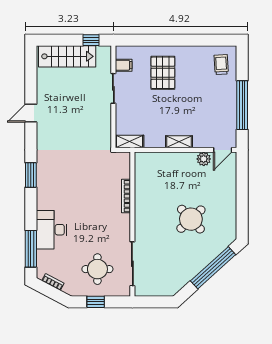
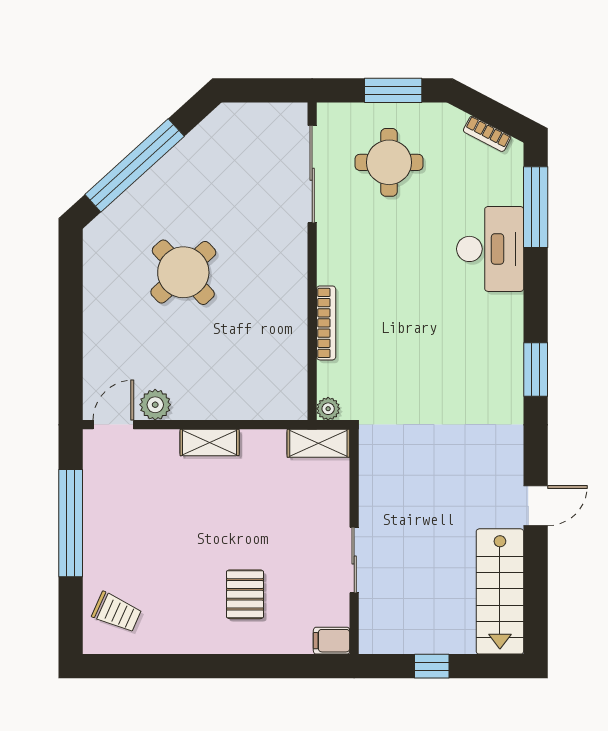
window: (91, 40) -> (432, 666), moved
stairs: (67, 56) -> (500, 591), moved, turned -90
filing cabinet: (124, 65) -> (332, 641), moved
trolley: (221, 65) -> (117, 612), turned -63
pallet: (163, 73) -> (245, 594), width x0.67, depth x0.71
plant: (125, 157) -> (328, 409), added
window: (96, 302) -> (393, 90), width x1.50

